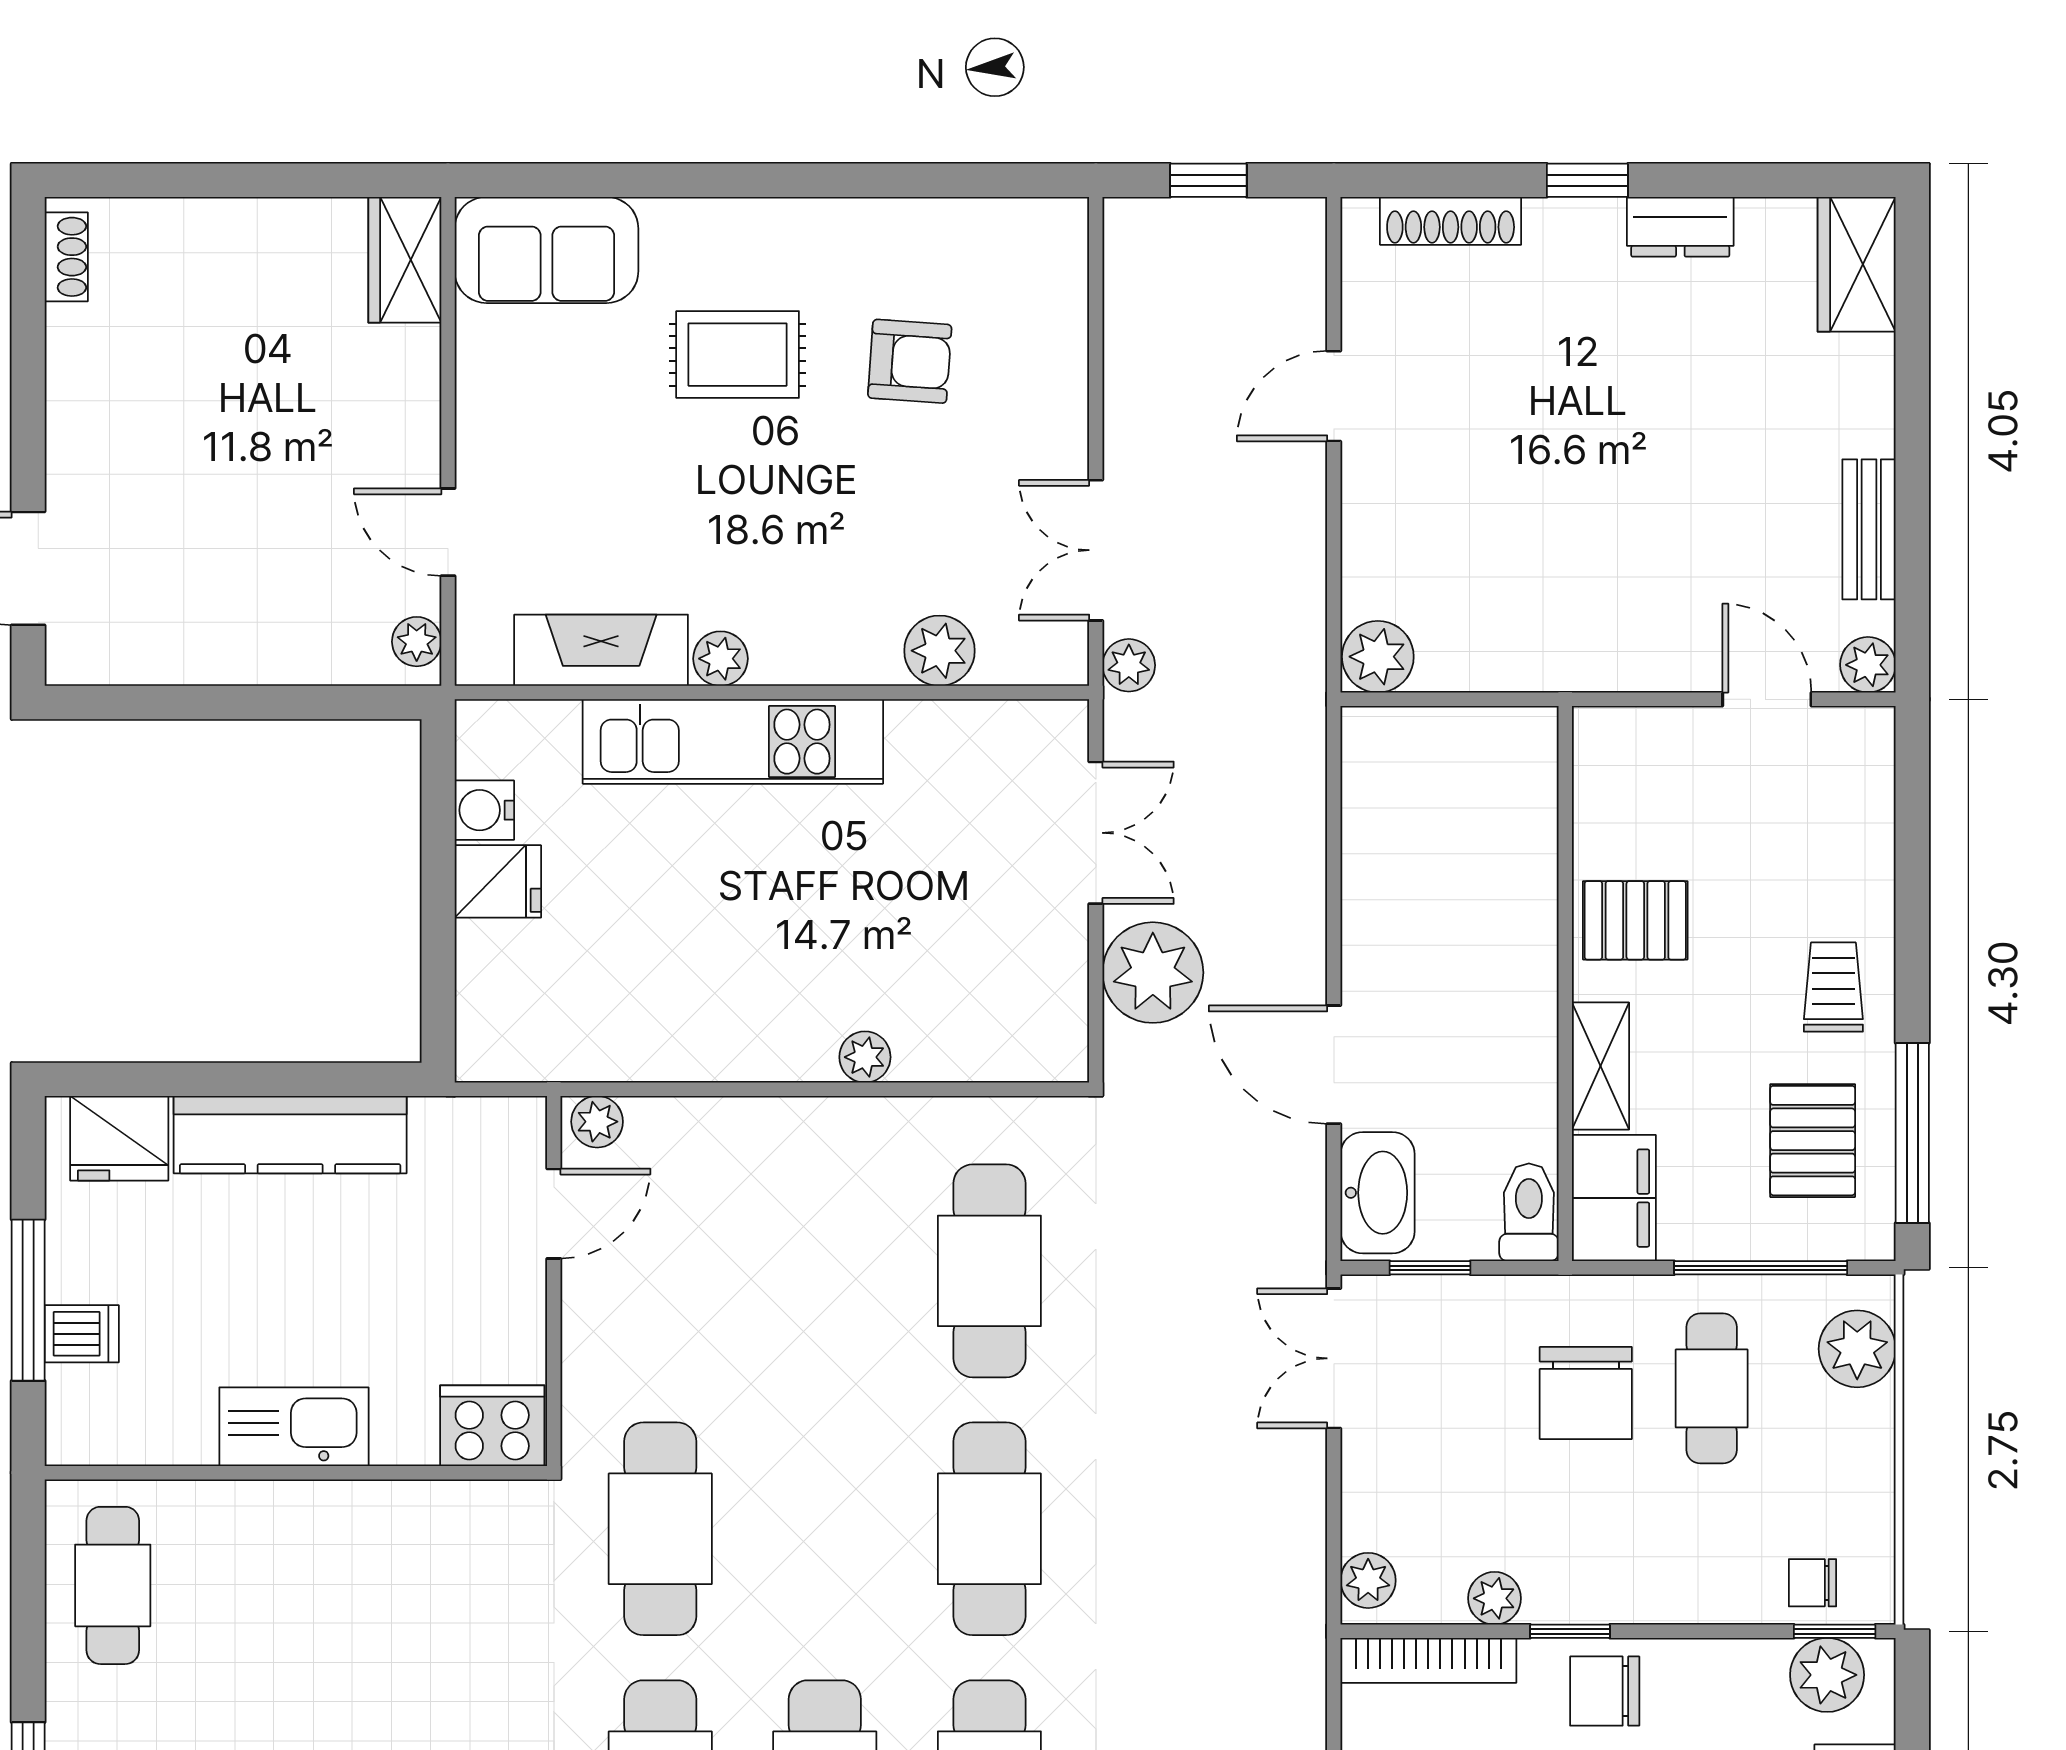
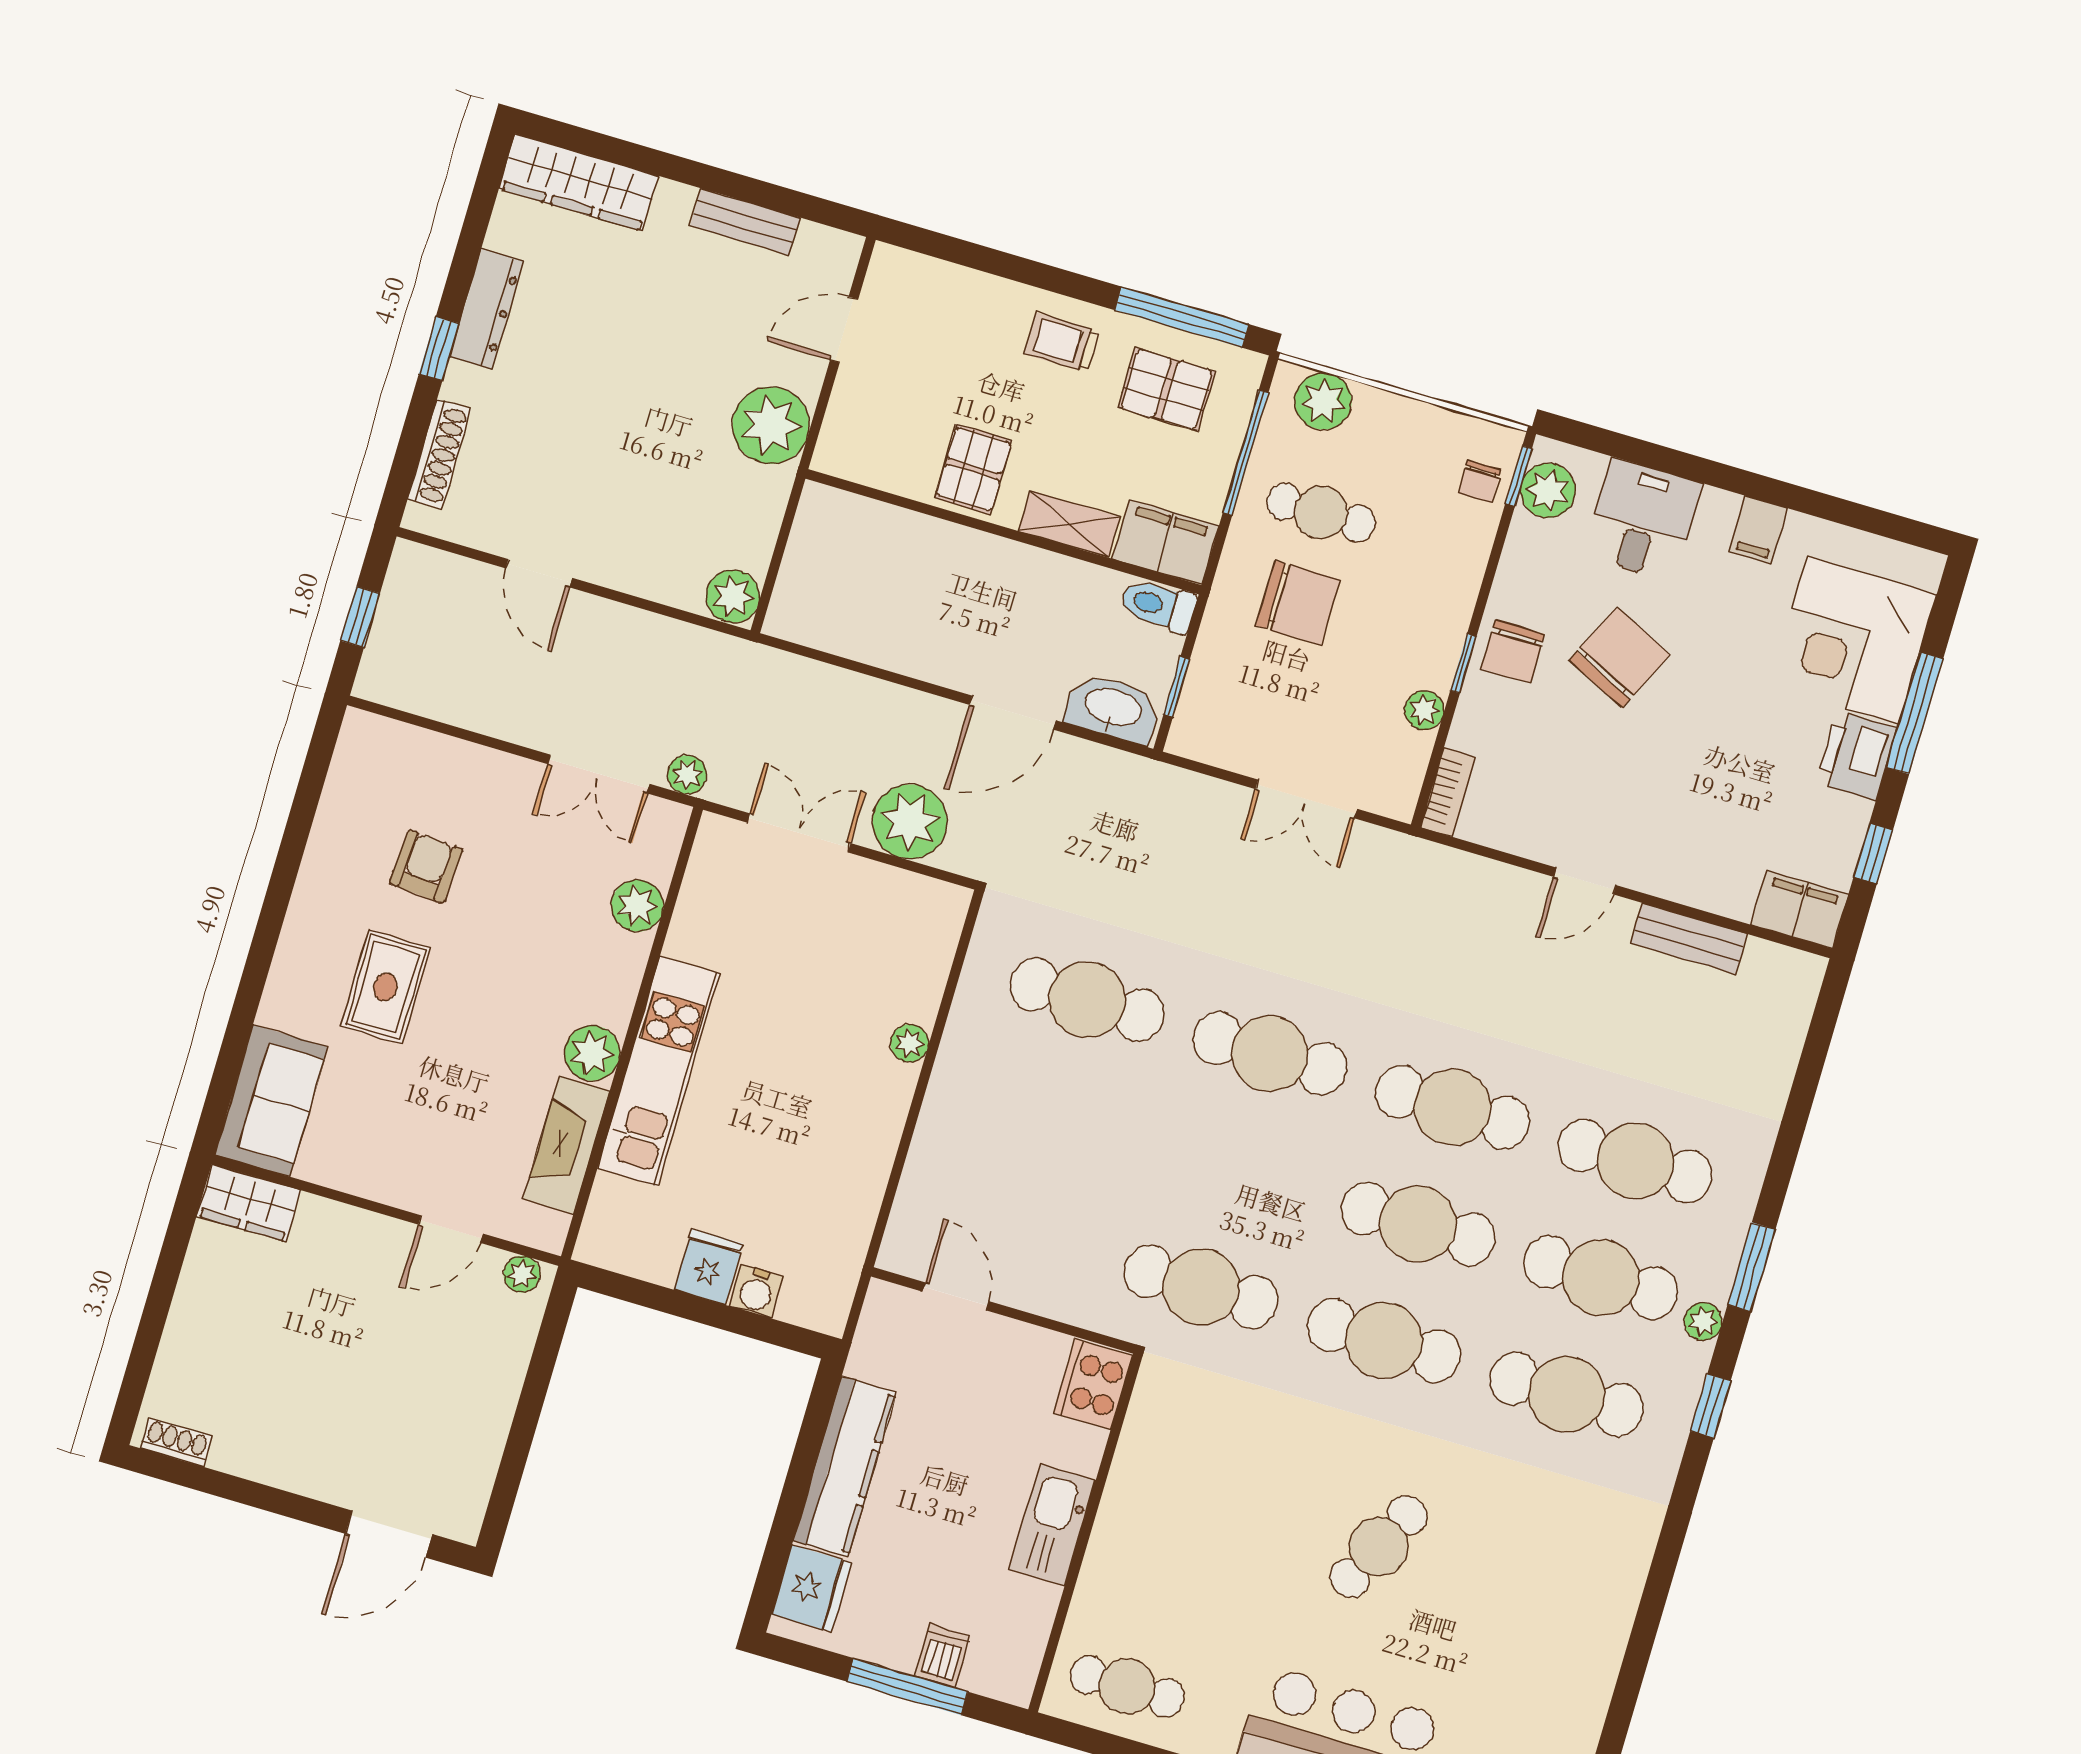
dresser: (1680, 227) -> (487, 309), width x1.44
wardrobe: (1857, 264) -> (579, 182), width x1.50
plant: (721, 659) -> (592, 1053), width x1.38, depth x1.38
plant: (1868, 665) -> (771, 425), moved, width x1.88, depth x1.88
water cooler: (484, 810) -> (756, 1291), moved
plant: (597, 1122) -> (900, 1247), removed
double door: (1334, 1358) -> (1306, 799), moved
plant: (1368, 1580) -> (1385, 796), removed
bookcase: (1428, 1660) -> (1448, 792), width x0.64

